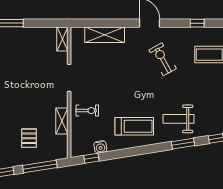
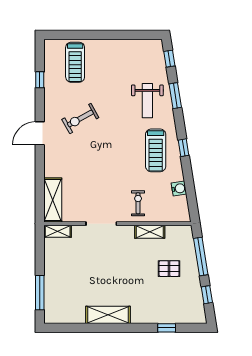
shelving: (105, 35) -> (53, 200), moved
treadmill: (134, 126) -> (156, 150), turned 180
window: (91, 158) -> (183, 148), moved

